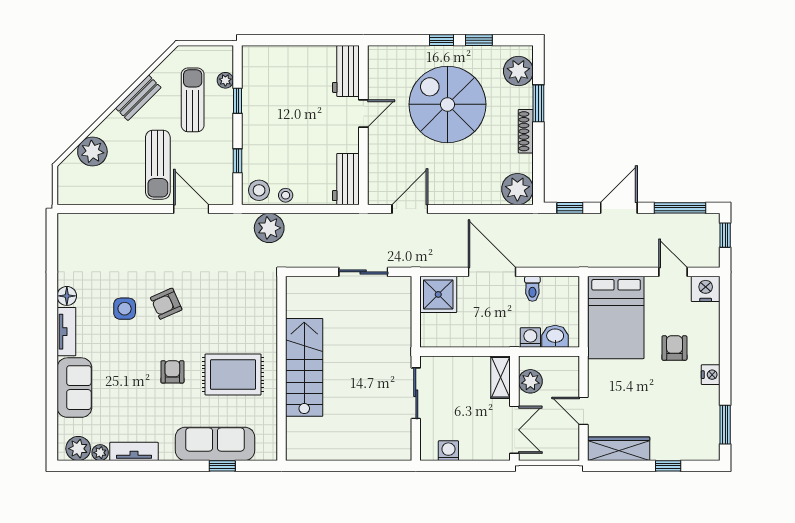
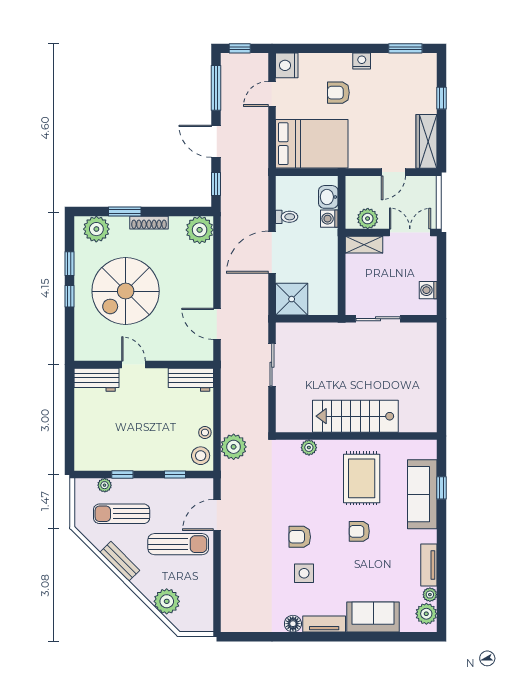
armchair: (166, 304) -> (300, 537), turned 114
plant: (268, 314) -> (309, 447), added

